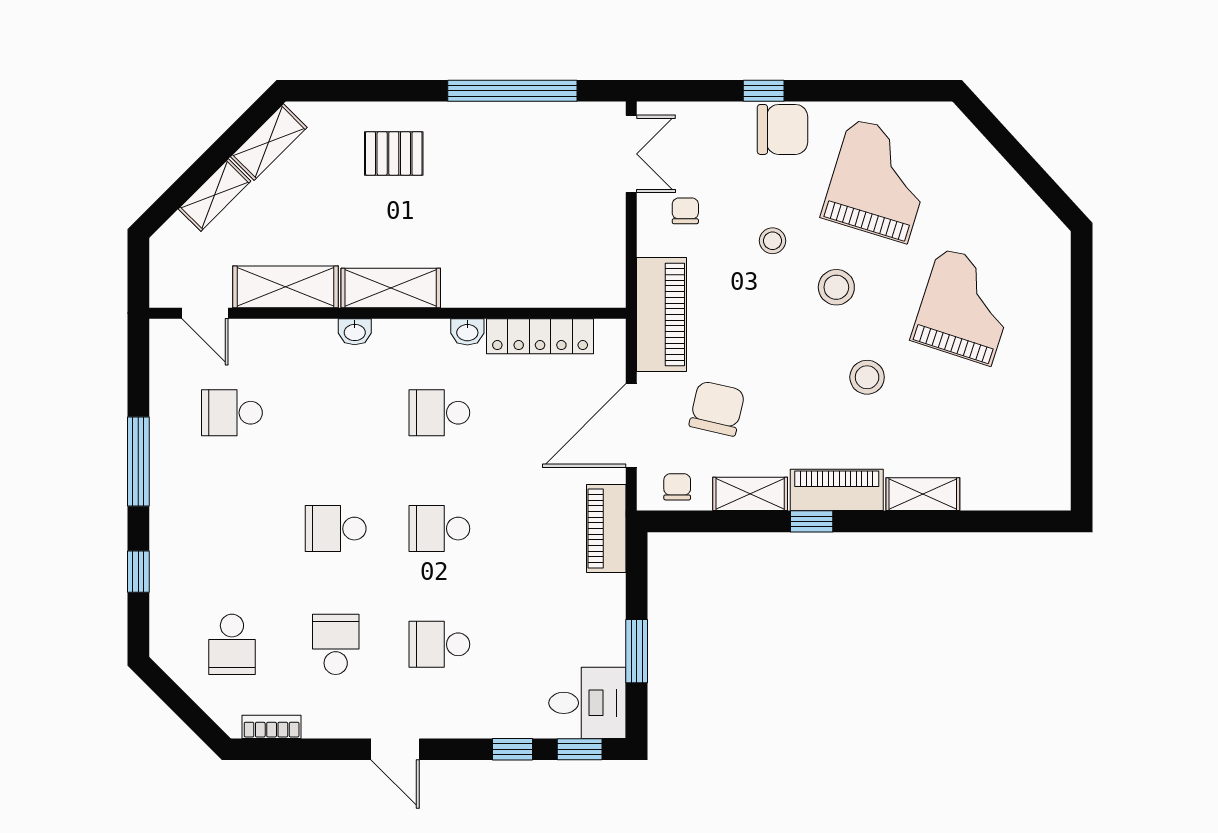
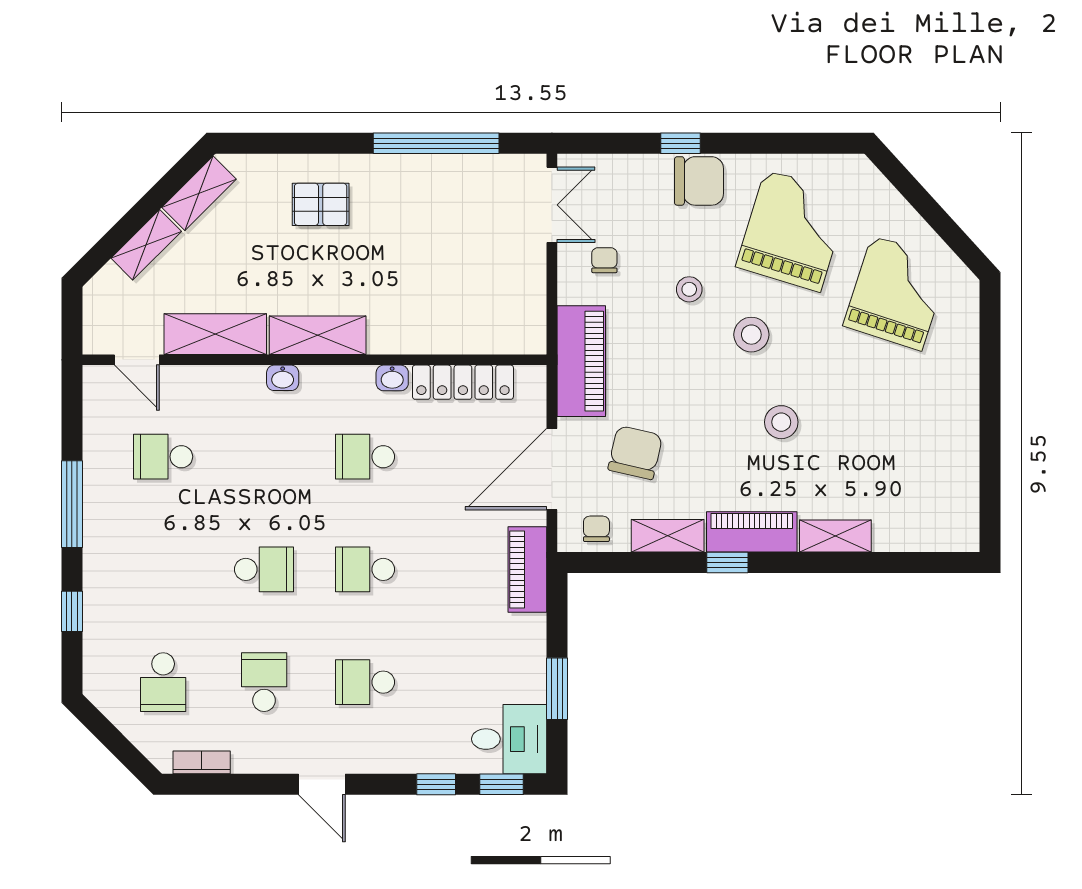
grand piano: (965, 307) -> (897, 293), moved
school desk: (336, 529) -> (264, 569), turned 180

